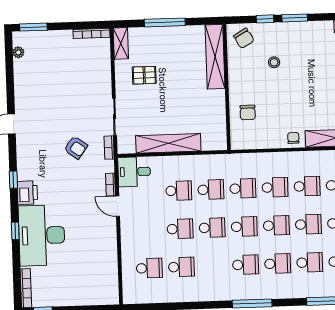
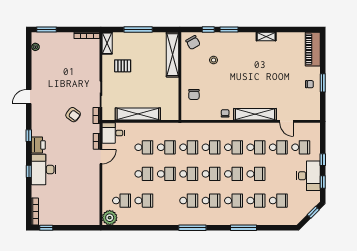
door: (118, 206) -> (101, 157), swing flipped
desk: (42, 235) -> (44, 169), width x0.73, depth x0.77
plant: (133, 293) -> (110, 218), added

